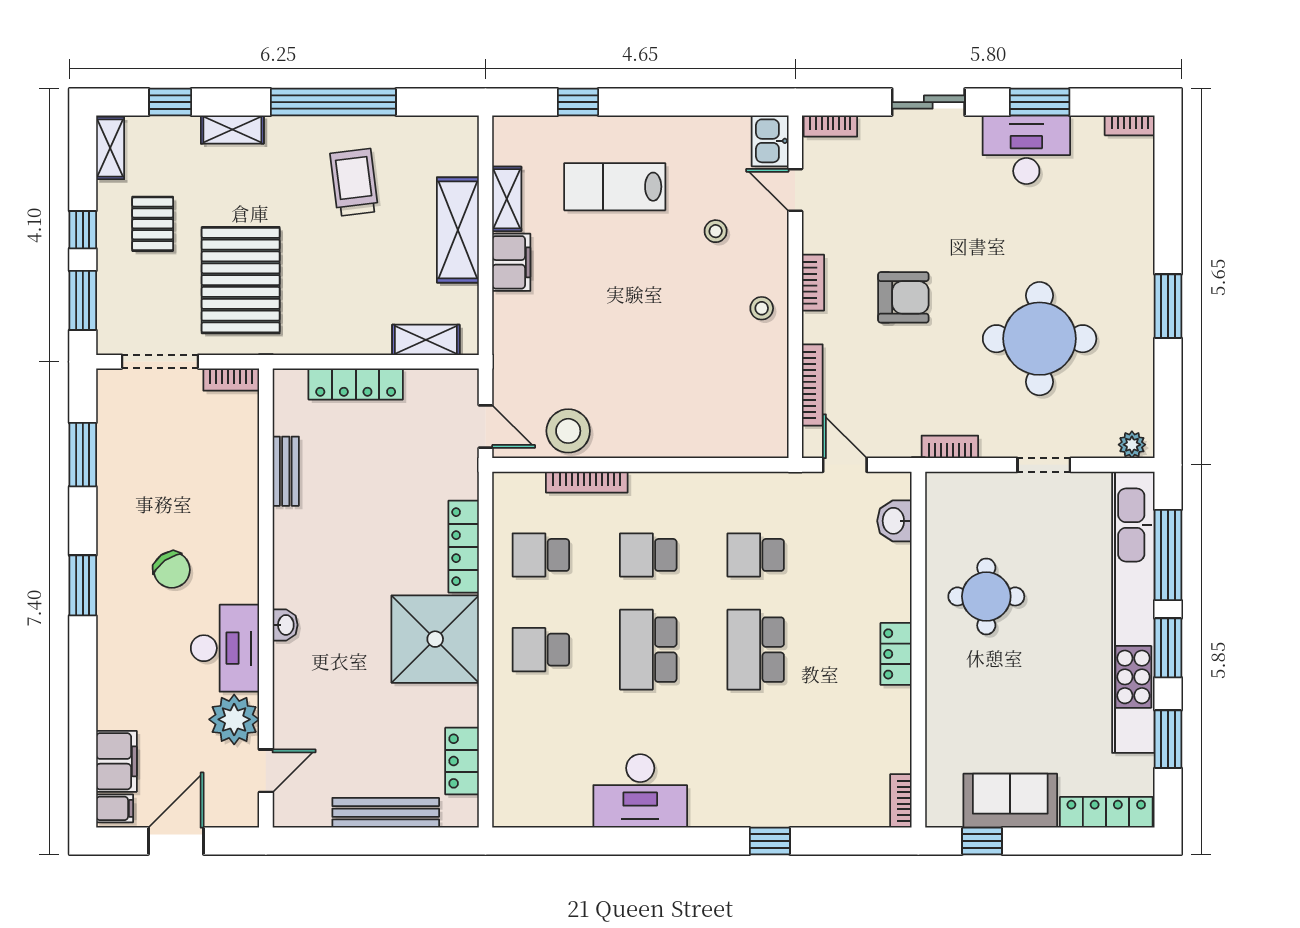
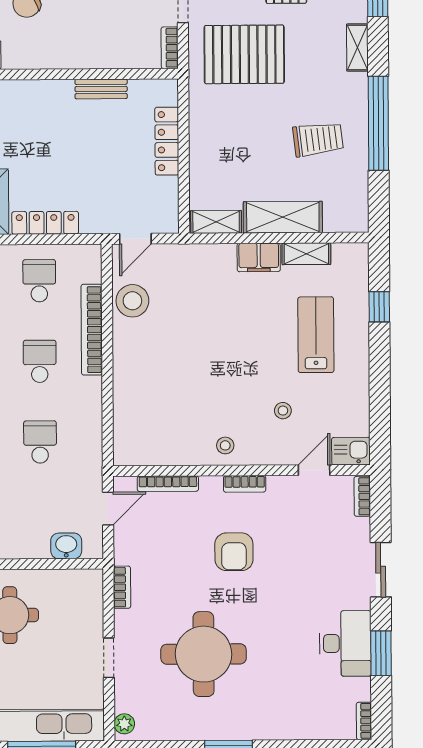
shelving: (426, 340) -> (216, 222), moved, turned 90
bookcase: (587, 482) -> (92, 330), width x1.48, depth x1.31

